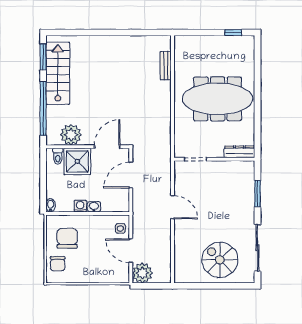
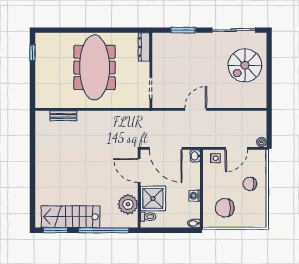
door: (131, 175) -> (166, 148), width x1.36
washbasin: (94, 207) -> (195, 156), moved
chair: (58, 264) -> (250, 184), moved, turned 180
plant: (142, 273) -> (262, 142), width x0.53, depth x0.53

